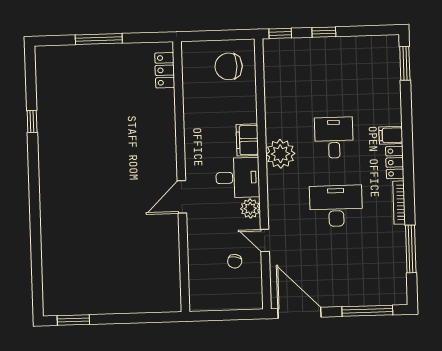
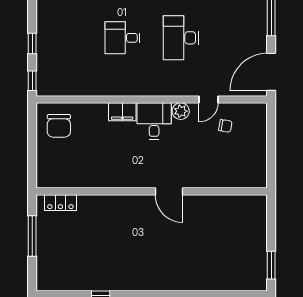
locker: (165, 70) -> (60, 203), moved
plant: (280, 154) -> (135, 84), removed
wall: (181, 177) -> (152, 191), moved
door: (182, 197) -> (169, 191), moved

